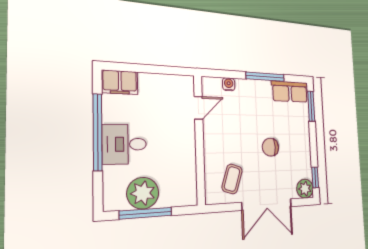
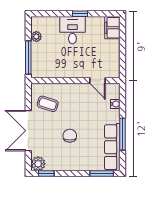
row of seats: (290, 92) -> (112, 147), width x1.48
window: (98, 132) -> (80, 14), width x0.32
plant: (143, 193) -> (36, 37), width x0.53, depth x0.53
window: (146, 213) -> (28, 58), moved

